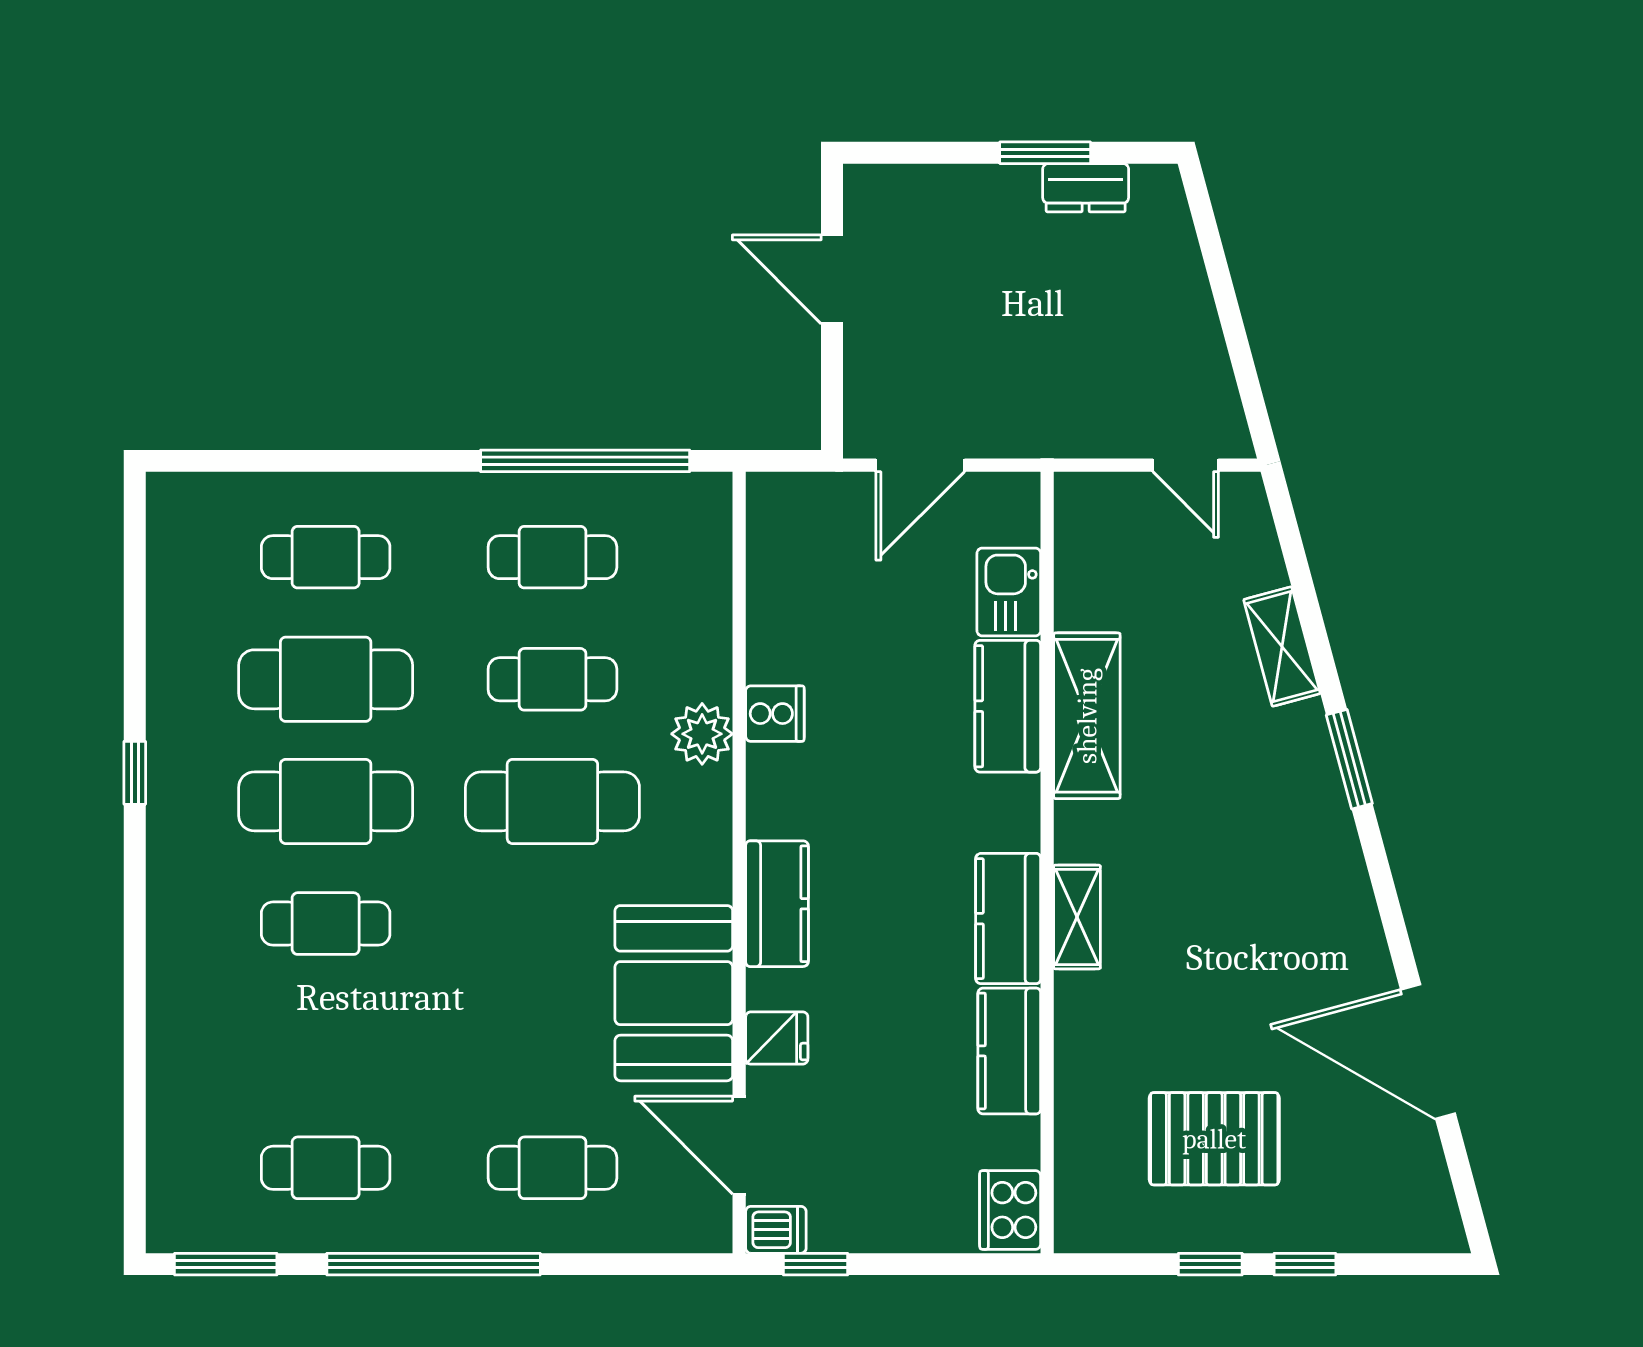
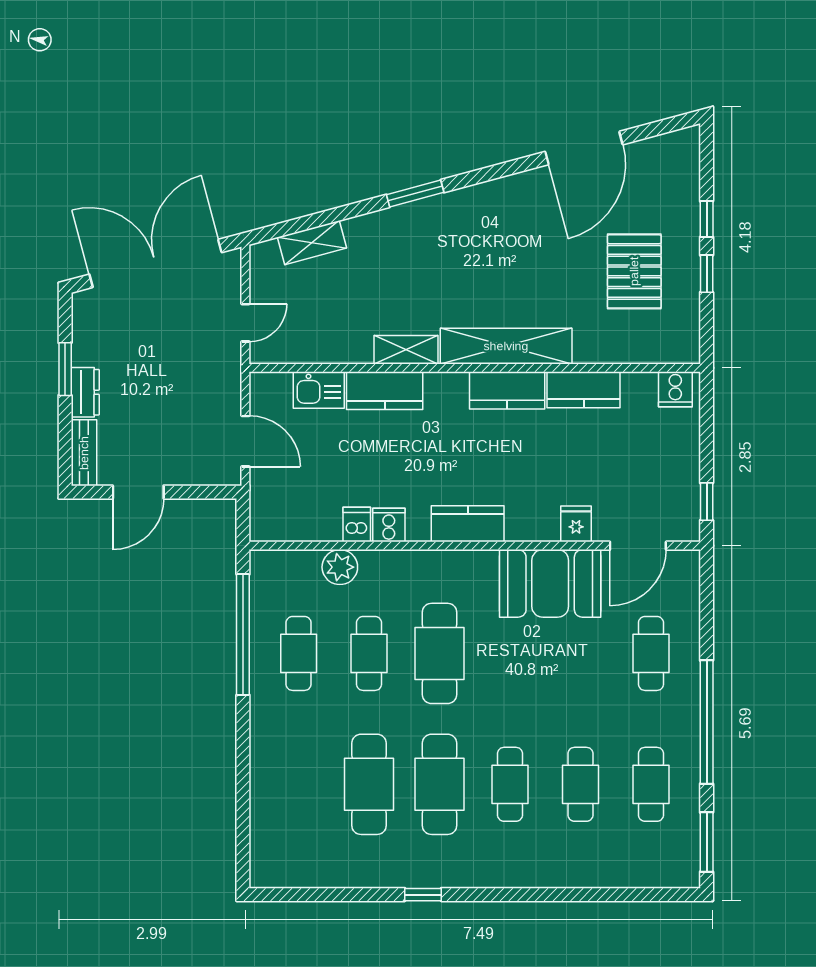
bench: (900, 185) -> (84, 453), added
dresser: (1086, 188) -> (85, 392), moved
double door: (1228, 309) -> (156, 263), added
door: (1186, 465) -> (245, 323), moved
cafe table: (326, 557) -> (580, 784), moved
shelving: (1282, 647) -> (312, 243), moved
shelving: (1087, 716) -> (406, 350), width x0.67, depth x0.75
plant: (702, 734) -> (340, 567), moved
kitchen counter: (777, 904) -> (468, 524), moved
shelving: (1077, 917) -> (506, 346), width x2.20, depth x1.33
cooker: (1010, 1210) -> (675, 389), width x0.73
dishwasher: (776, 1230) -> (357, 524), moved

